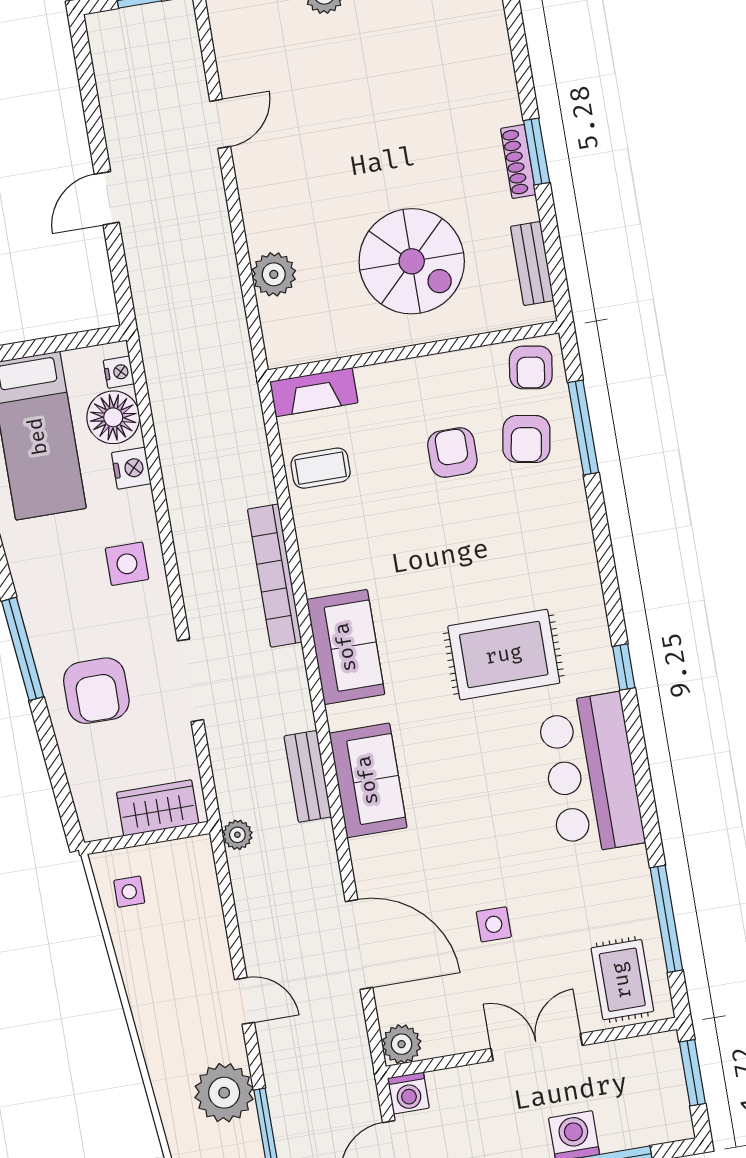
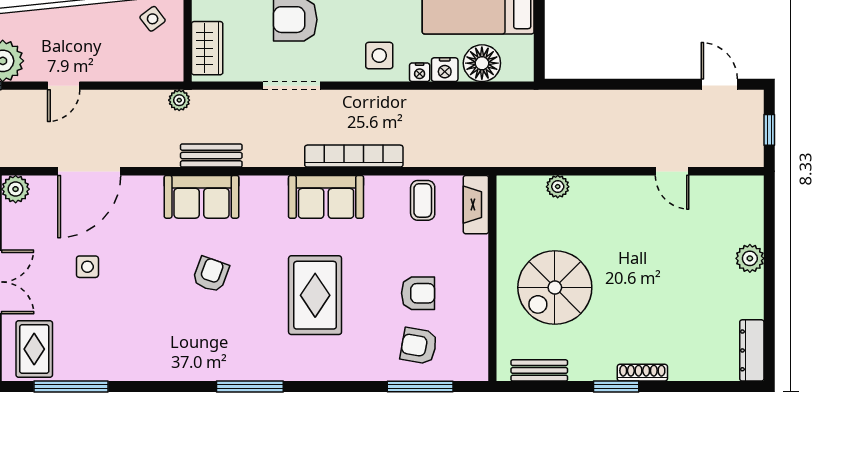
shoe rack: (518, 162) -> (642, 373), moved
door: (107, 198) -> (719, 84), moved
plant: (274, 274) -> (558, 187), width x0.73, depth x0.73
armchair: (531, 367) -> (211, 274), moved, turned 101
nightstand: (119, 372) -> (420, 72), moved
sofa: (346, 647) -> (326, 197), moved
rug: (504, 655) -> (315, 295), moved
window: (624, 667) -> (250, 387), width x2.17
bar counter: (591, 774) -> (180, 351), removed
side table: (129, 892) -> (153, 19), turned -37
rug: (622, 980) -> (34, 349), turned 90

